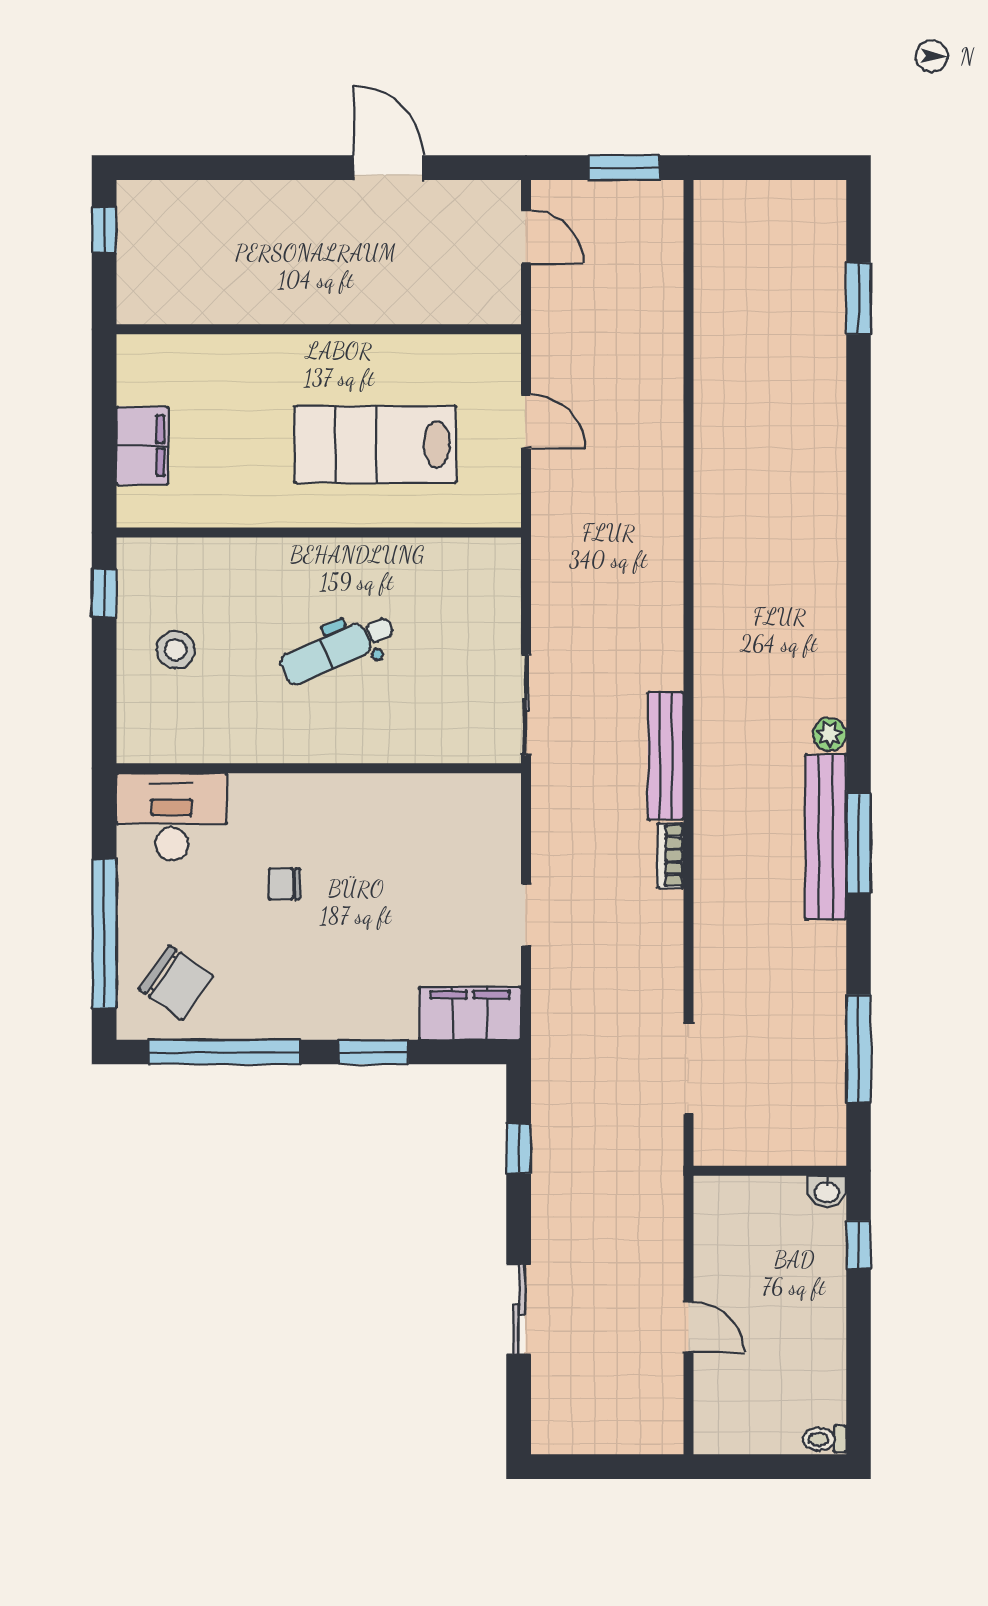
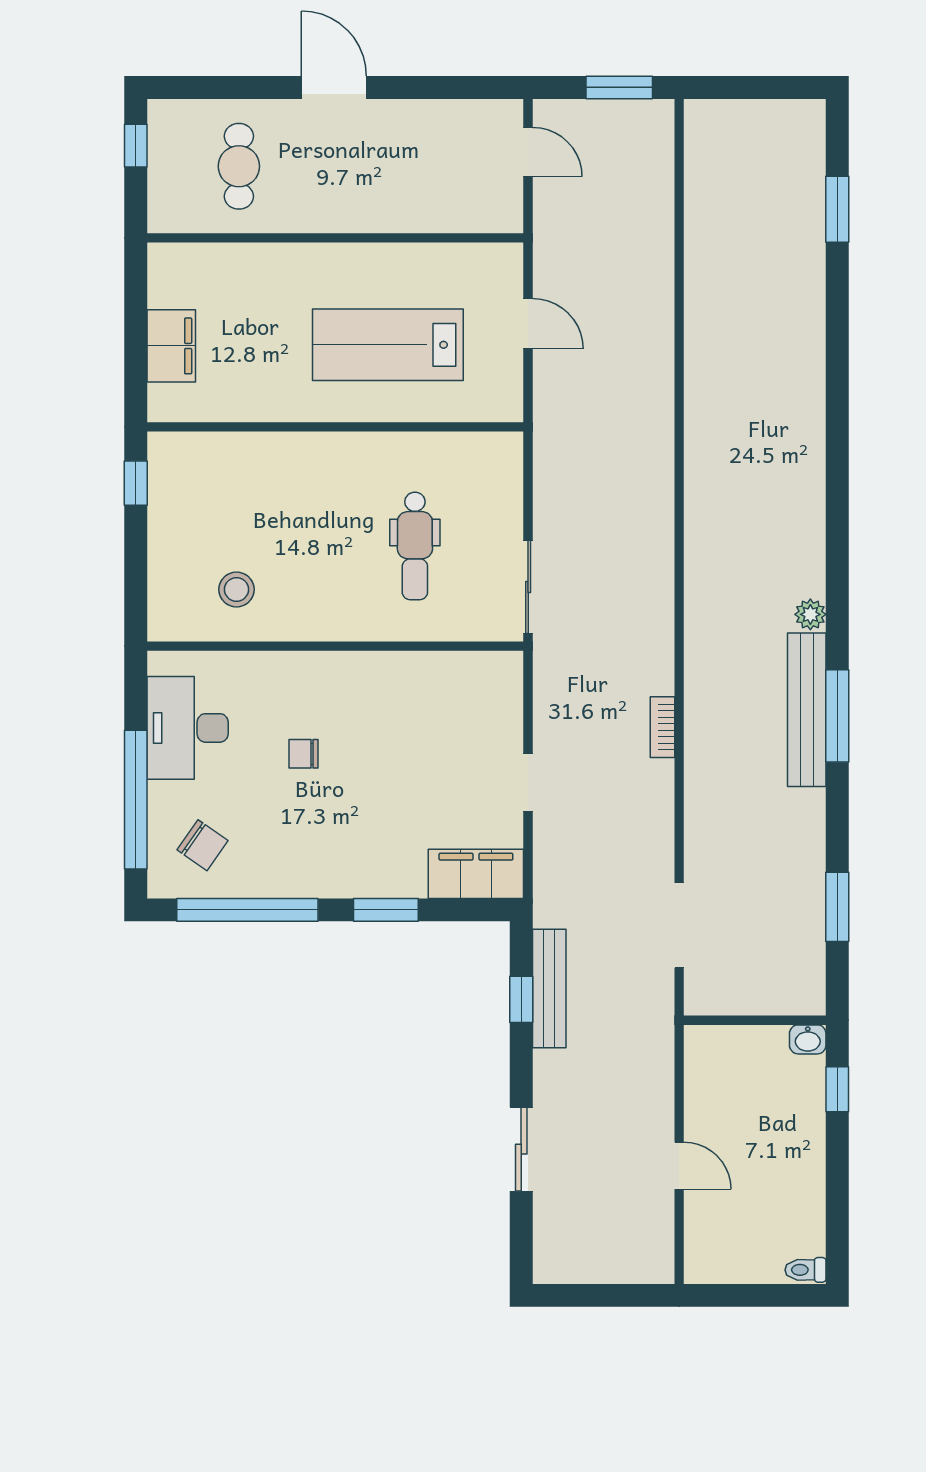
door: (388, 168) -> (334, 87), moved
cafe table: (215, 252) -> (239, 166), added
dental chair: (337, 649) -> (415, 546), moved, turned -66
stool: (176, 650) -> (236, 589), moved
bench: (666, 756) -> (549, 989), moved
desk: (172, 817) -> (188, 728), moved, turned -90
chair: (176, 982) -> (203, 845), width x0.73, depth x0.73
window: (858, 1049) -> (837, 907), width x0.69

